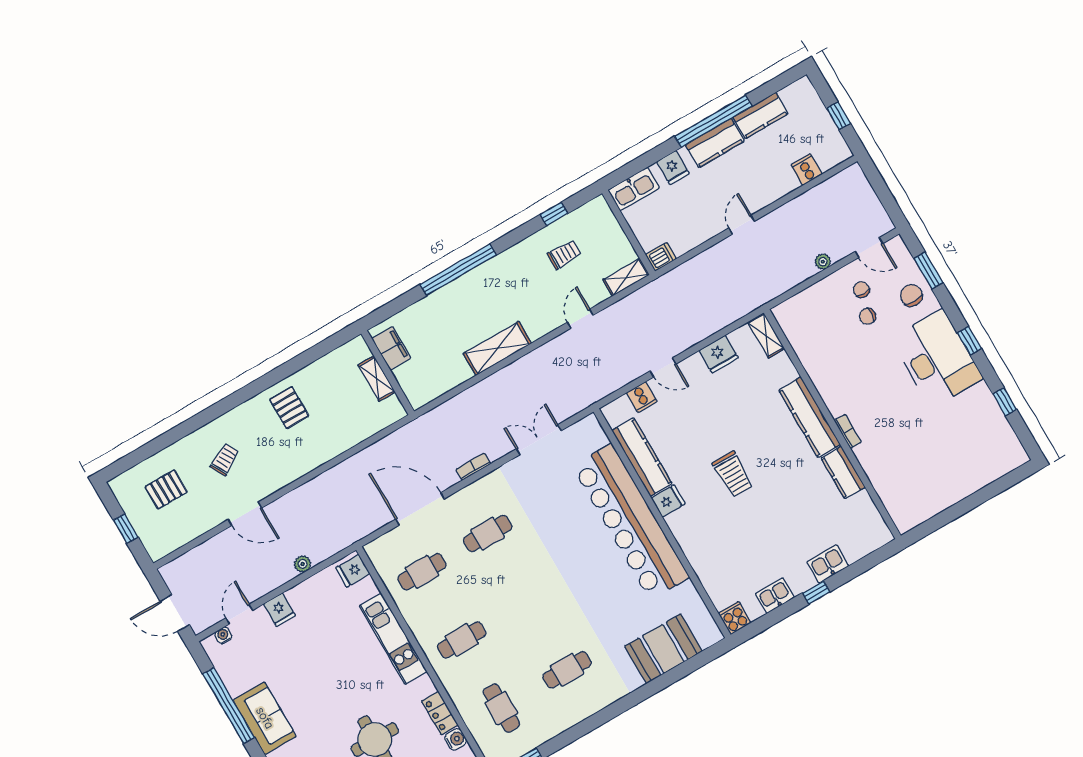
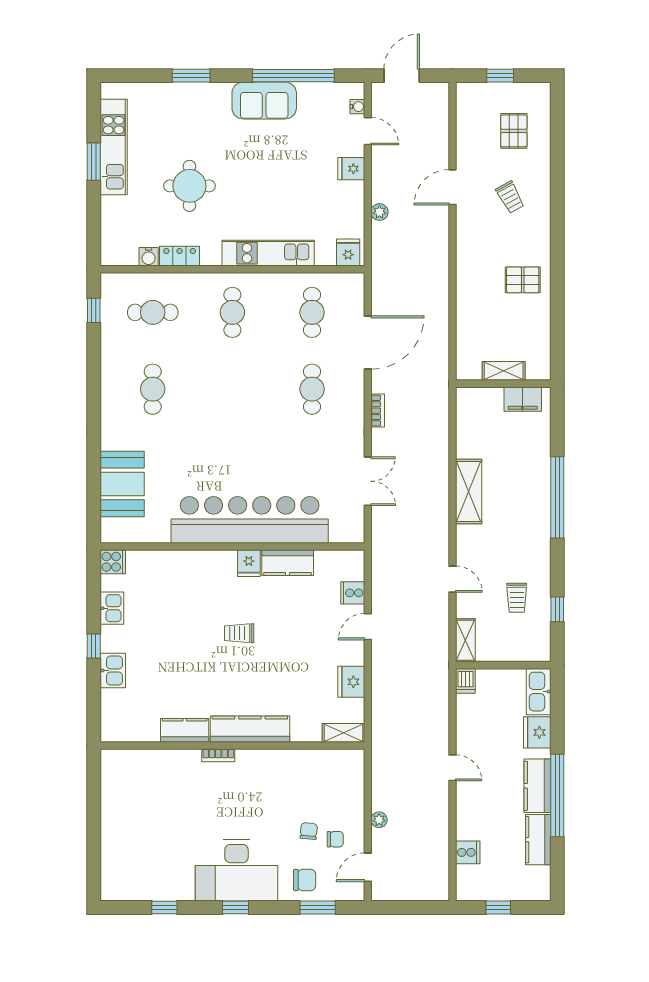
fridge: (673, 168) -> (537, 732), width x1.38
kitchen counter: (642, 457) -> (288, 563), width x0.67
trolley: (733, 474) -> (239, 633), width x0.73, depth x0.72

